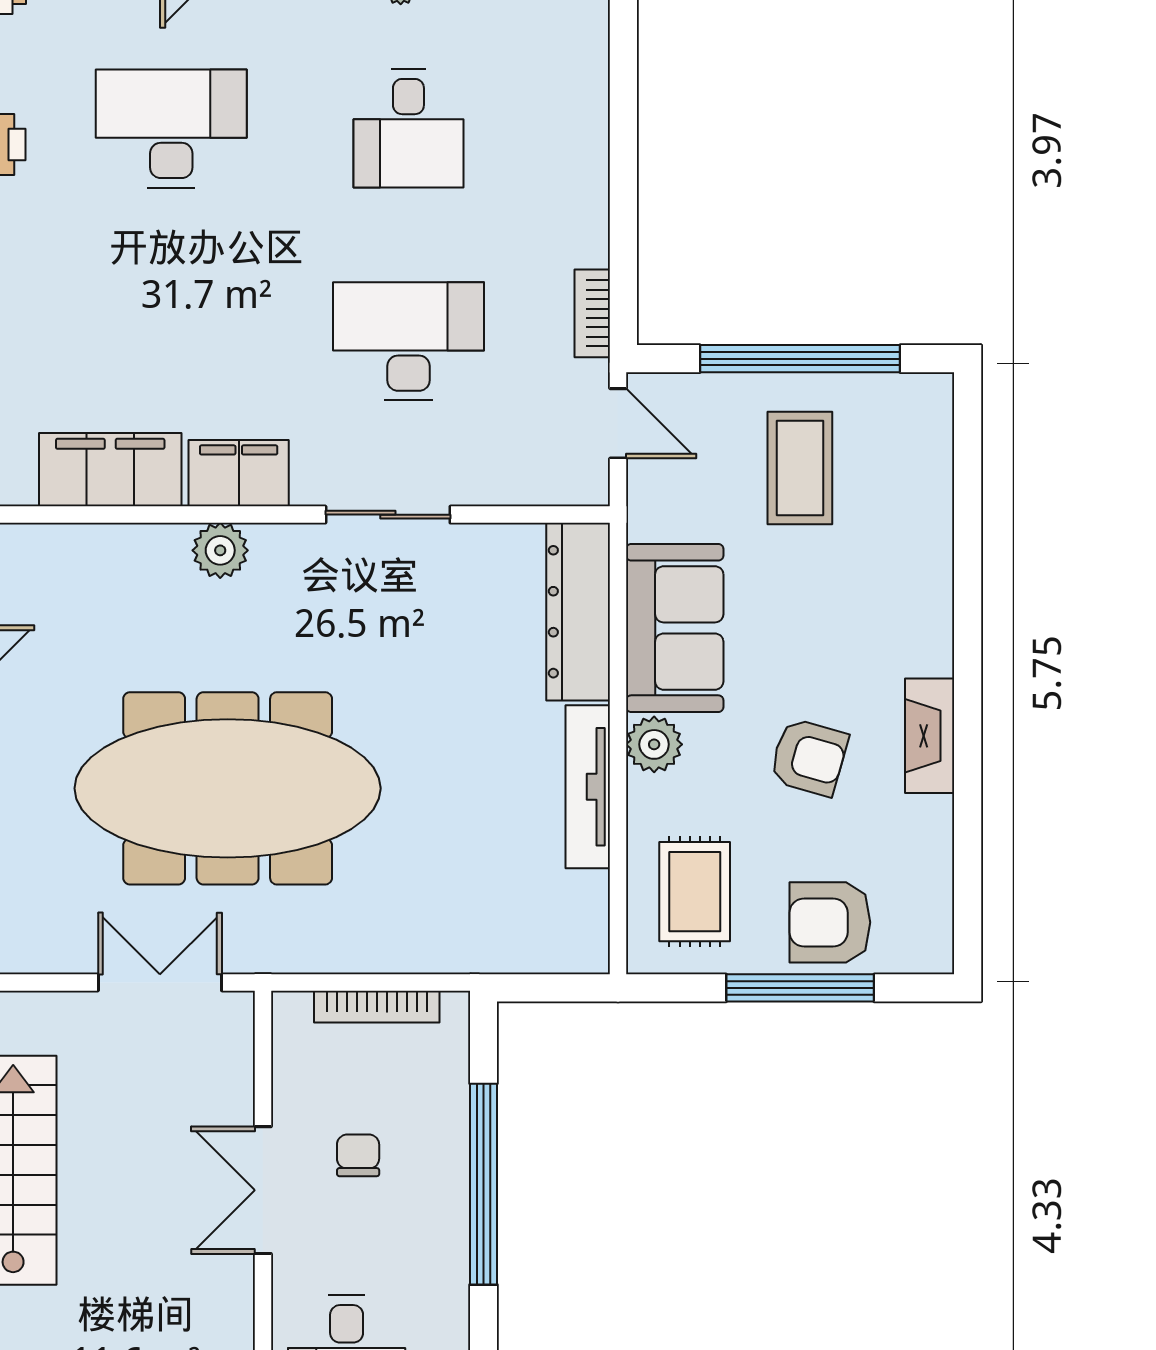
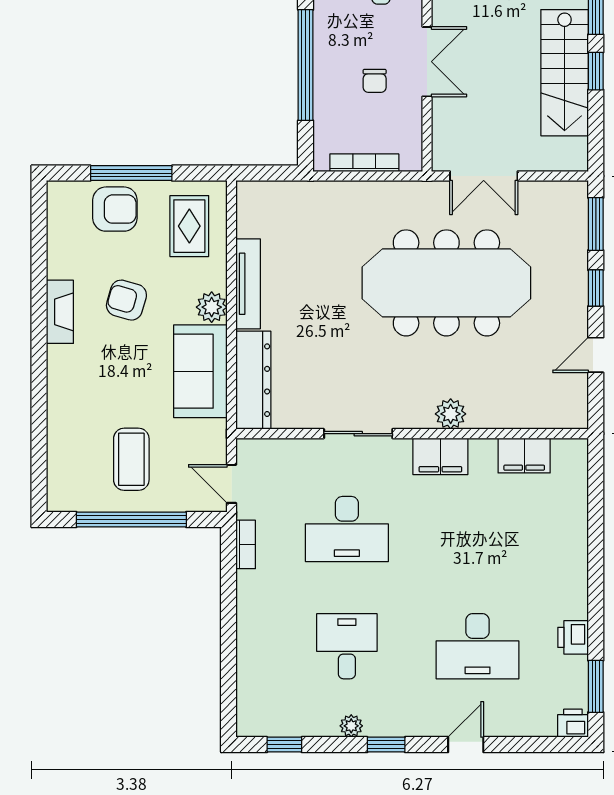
filing cabinet: (110, 470) -> (524, 455), width x0.67, depth x0.86

